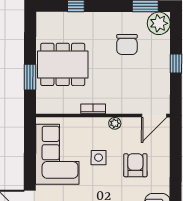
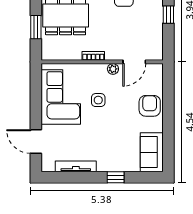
door: (154, 116) -> (134, 62), moved
armchair: (135, 165) -> (150, 106), moved

